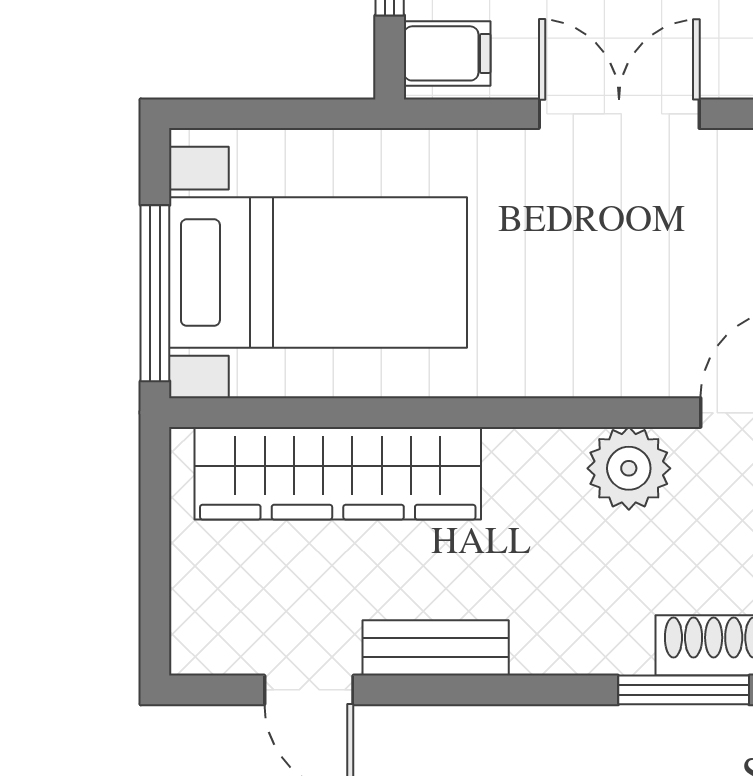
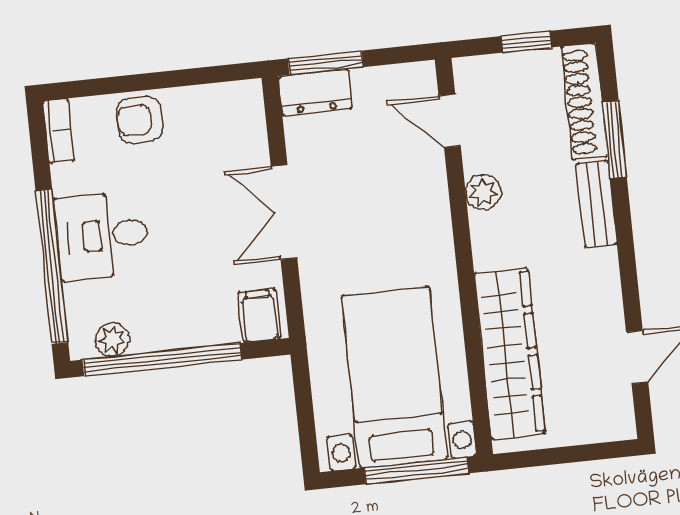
plant: (629, 468) -> (483, 192), width x0.73, depth x0.73
bench: (436, 648) -> (596, 204), moved

